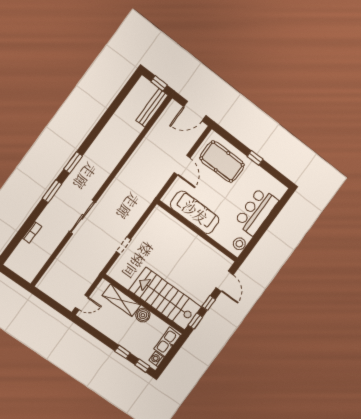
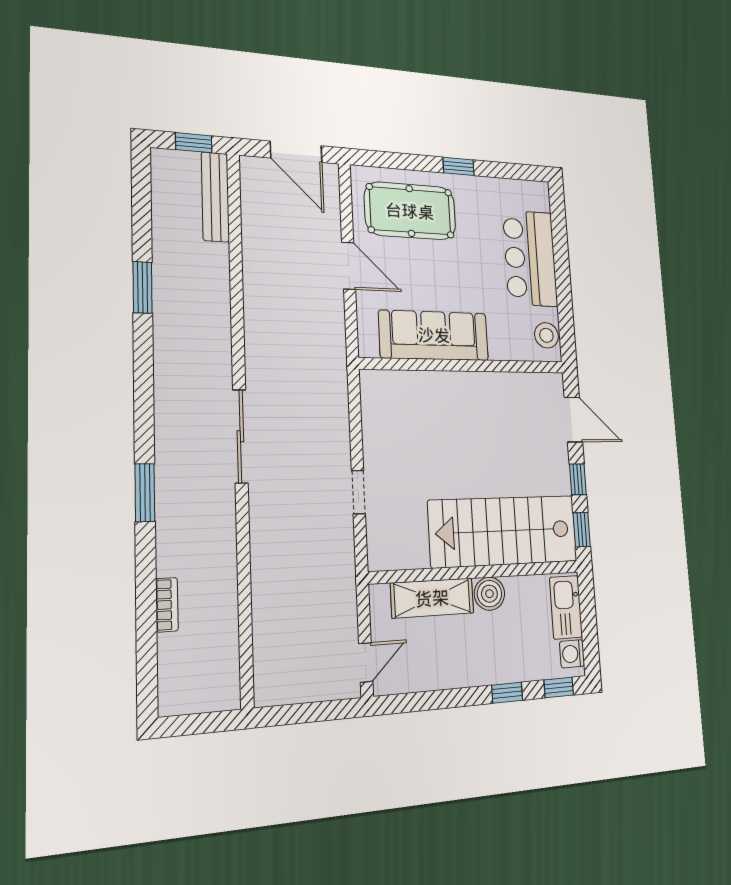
door: (195, 111) -> (296, 152), hinge flipped
window: (73, 162) -> (142, 287), moved
sliding door: (82, 217) -> (240, 436), moved

